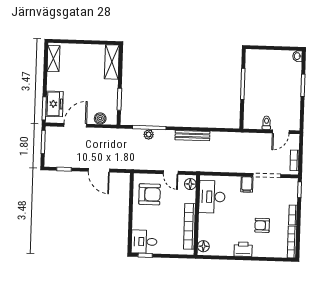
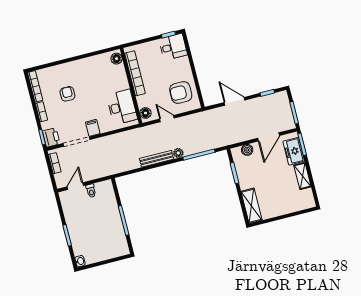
shelving: (53, 58) -> (302, 176), moved
plant: (149, 134) -> (178, 153), moved
armchair: (262, 225) -> (67, 94), turned -90
printer: (243, 249) -> (51, 137), moved, turned -90

